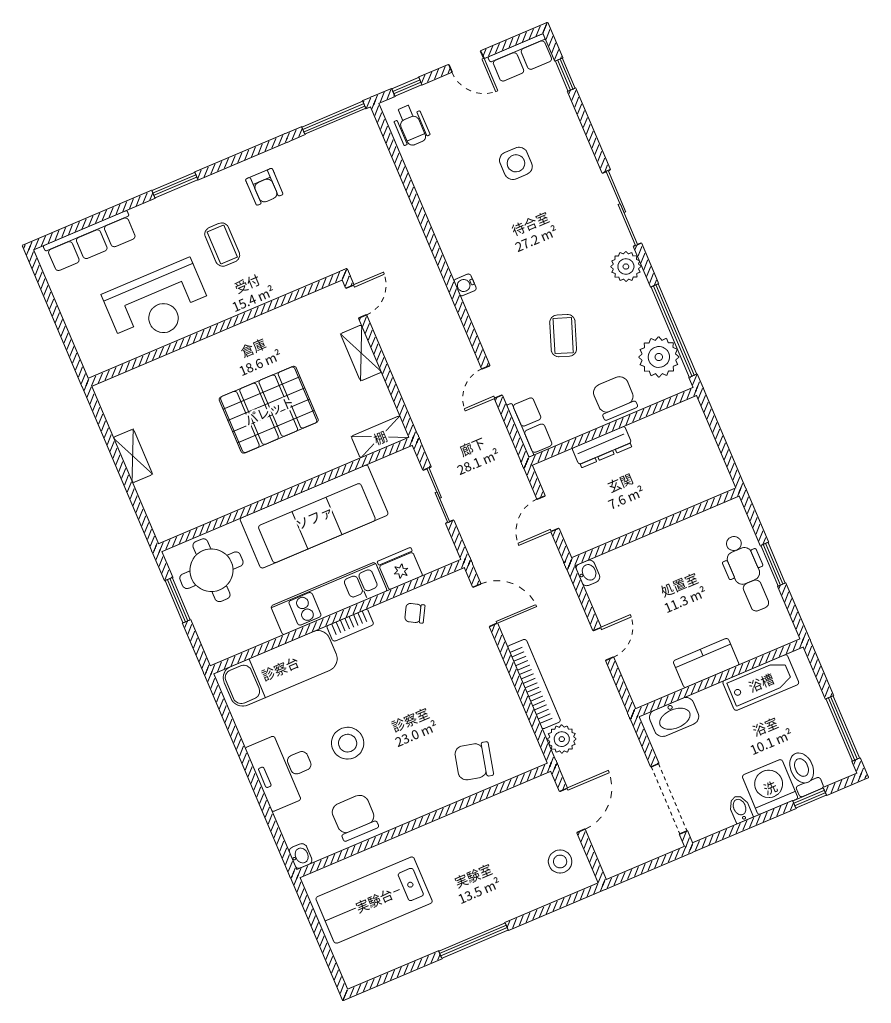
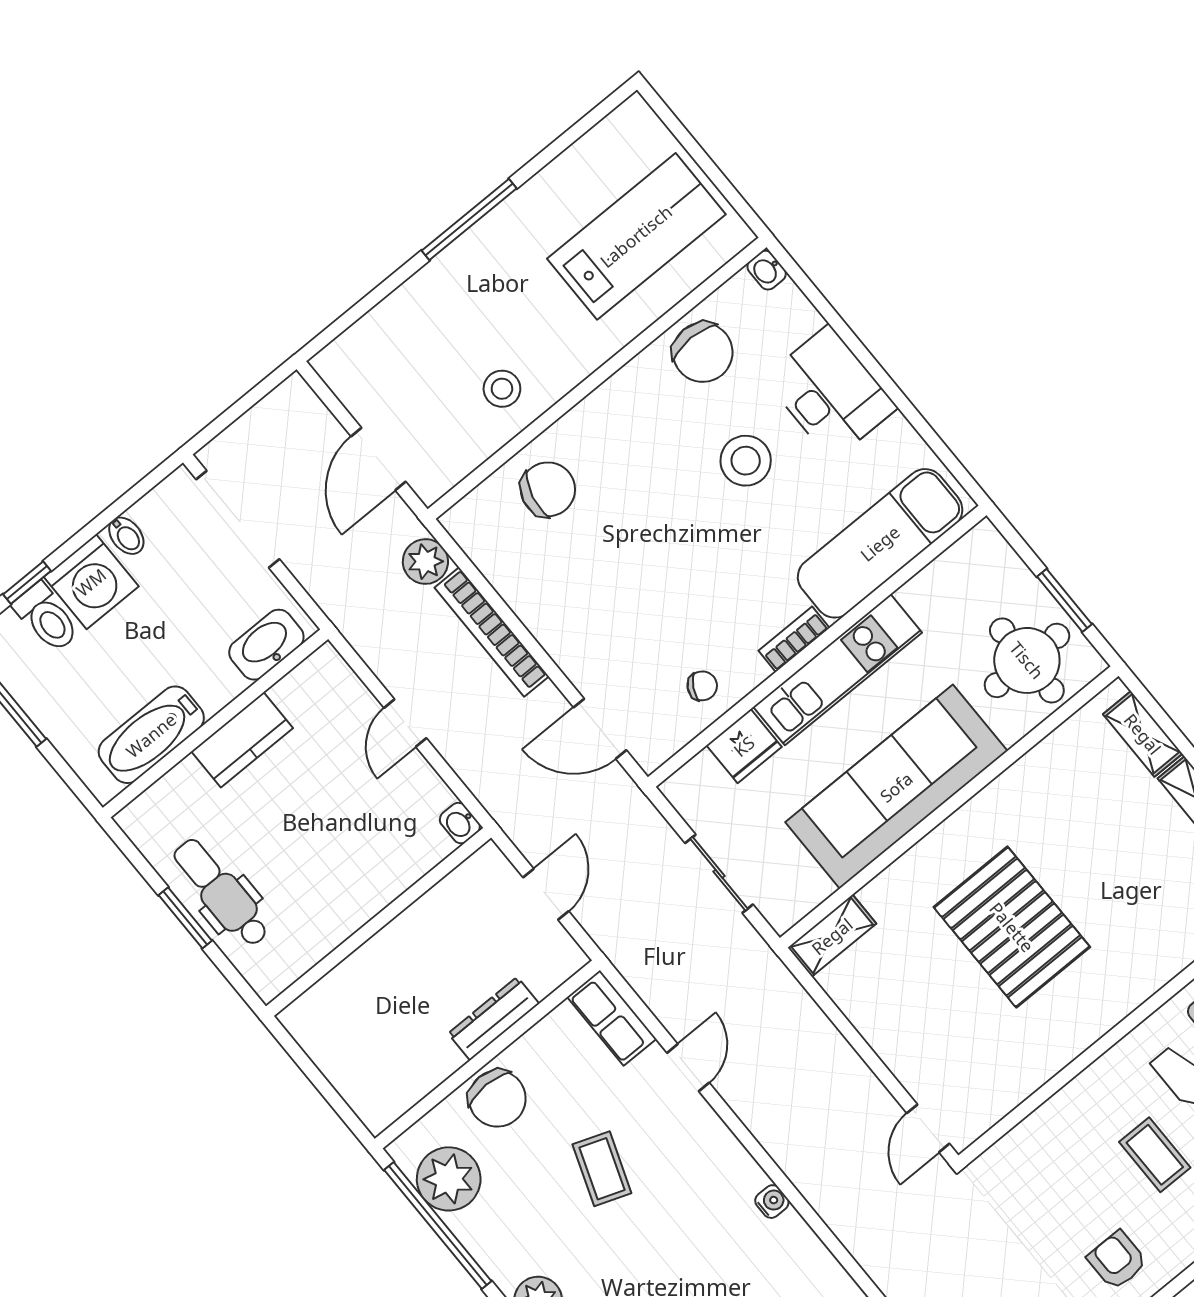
shelving: (361, 353) -> (1143, 734), moved
pallet: (269, 410) -> (1012, 927), turned 90
stool: (560, 862) -> (502, 389), moved

